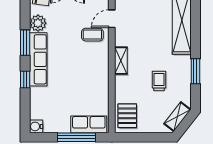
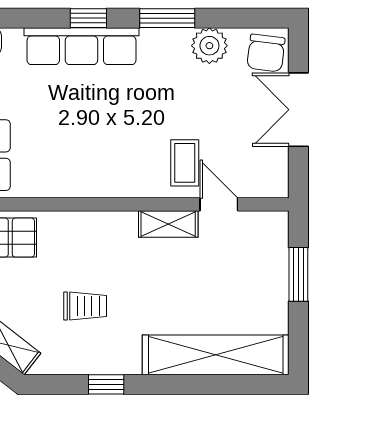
row of seats: (38, 59) -> (81, 46), moved
shelving: (121, 61) -> (168, 224), moved
window: (195, 71) -> (106, 384), width x0.67

